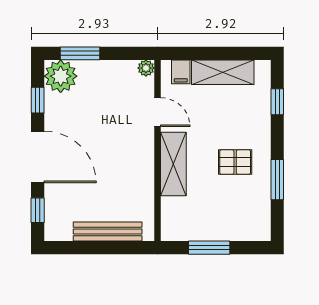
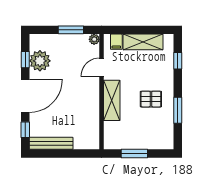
window: (80, 53) -> (71, 30), moved
plant: (61, 76) -> (40, 61), moved
door: (157, 112) -> (102, 67), swing flipped
door: (38, 157) -> (25, 96), hinge flipped
bench: (108, 232) -> (51, 143), moved

